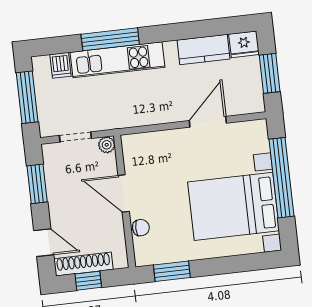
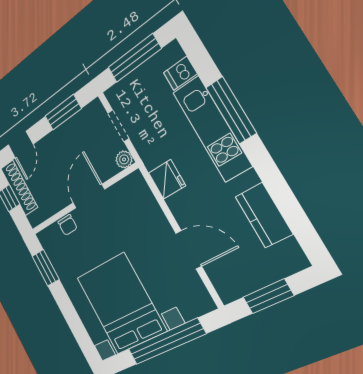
fridge: (244, 44) -> (167, 179), moved, turned 180

